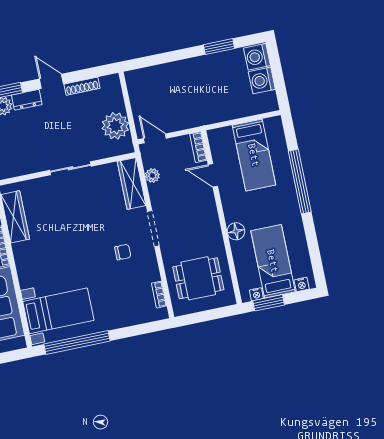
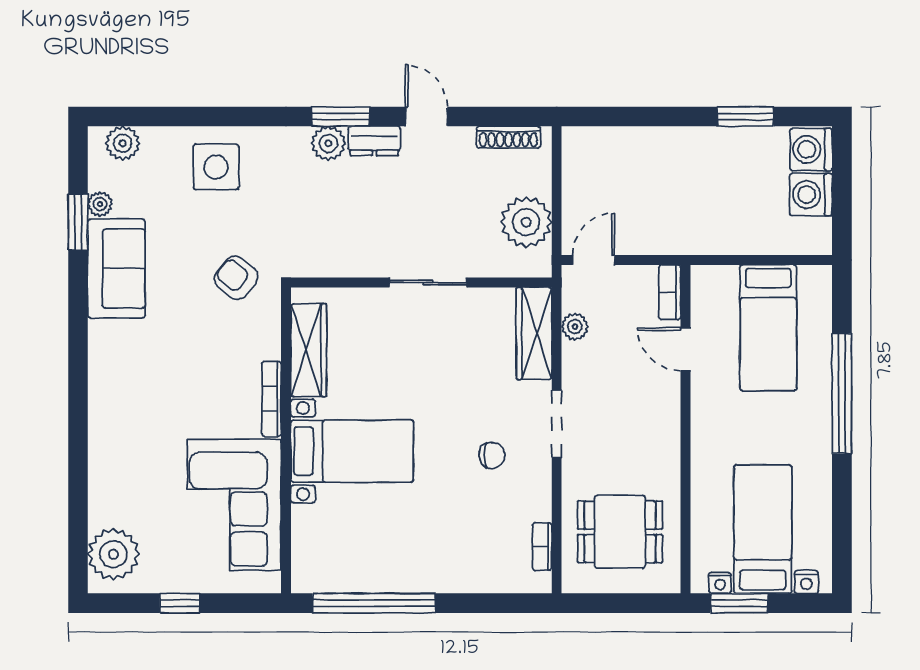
shoe rack: (82, 86) -> (508, 137), moved
door: (155, 138) -> (594, 260), hinge flipped
floor lamp: (236, 231) -> (707, 460), removed
bed with nightstands: (58, 311) -> (352, 451), moved

